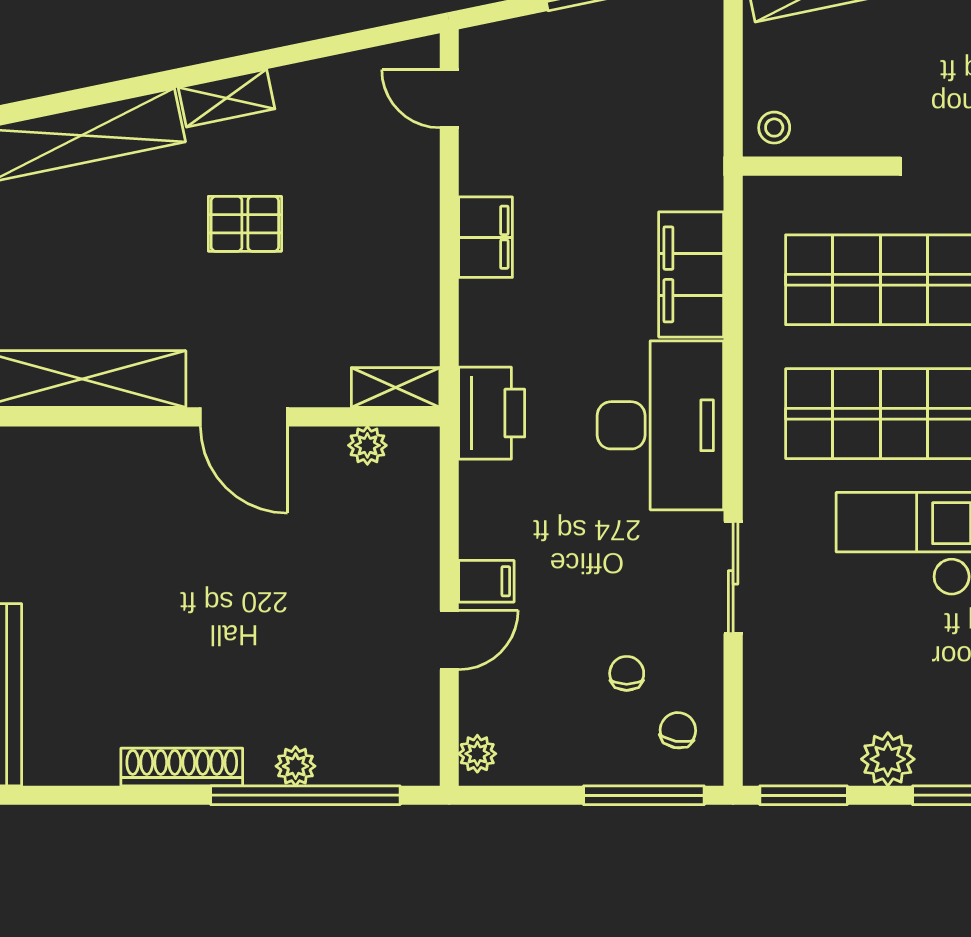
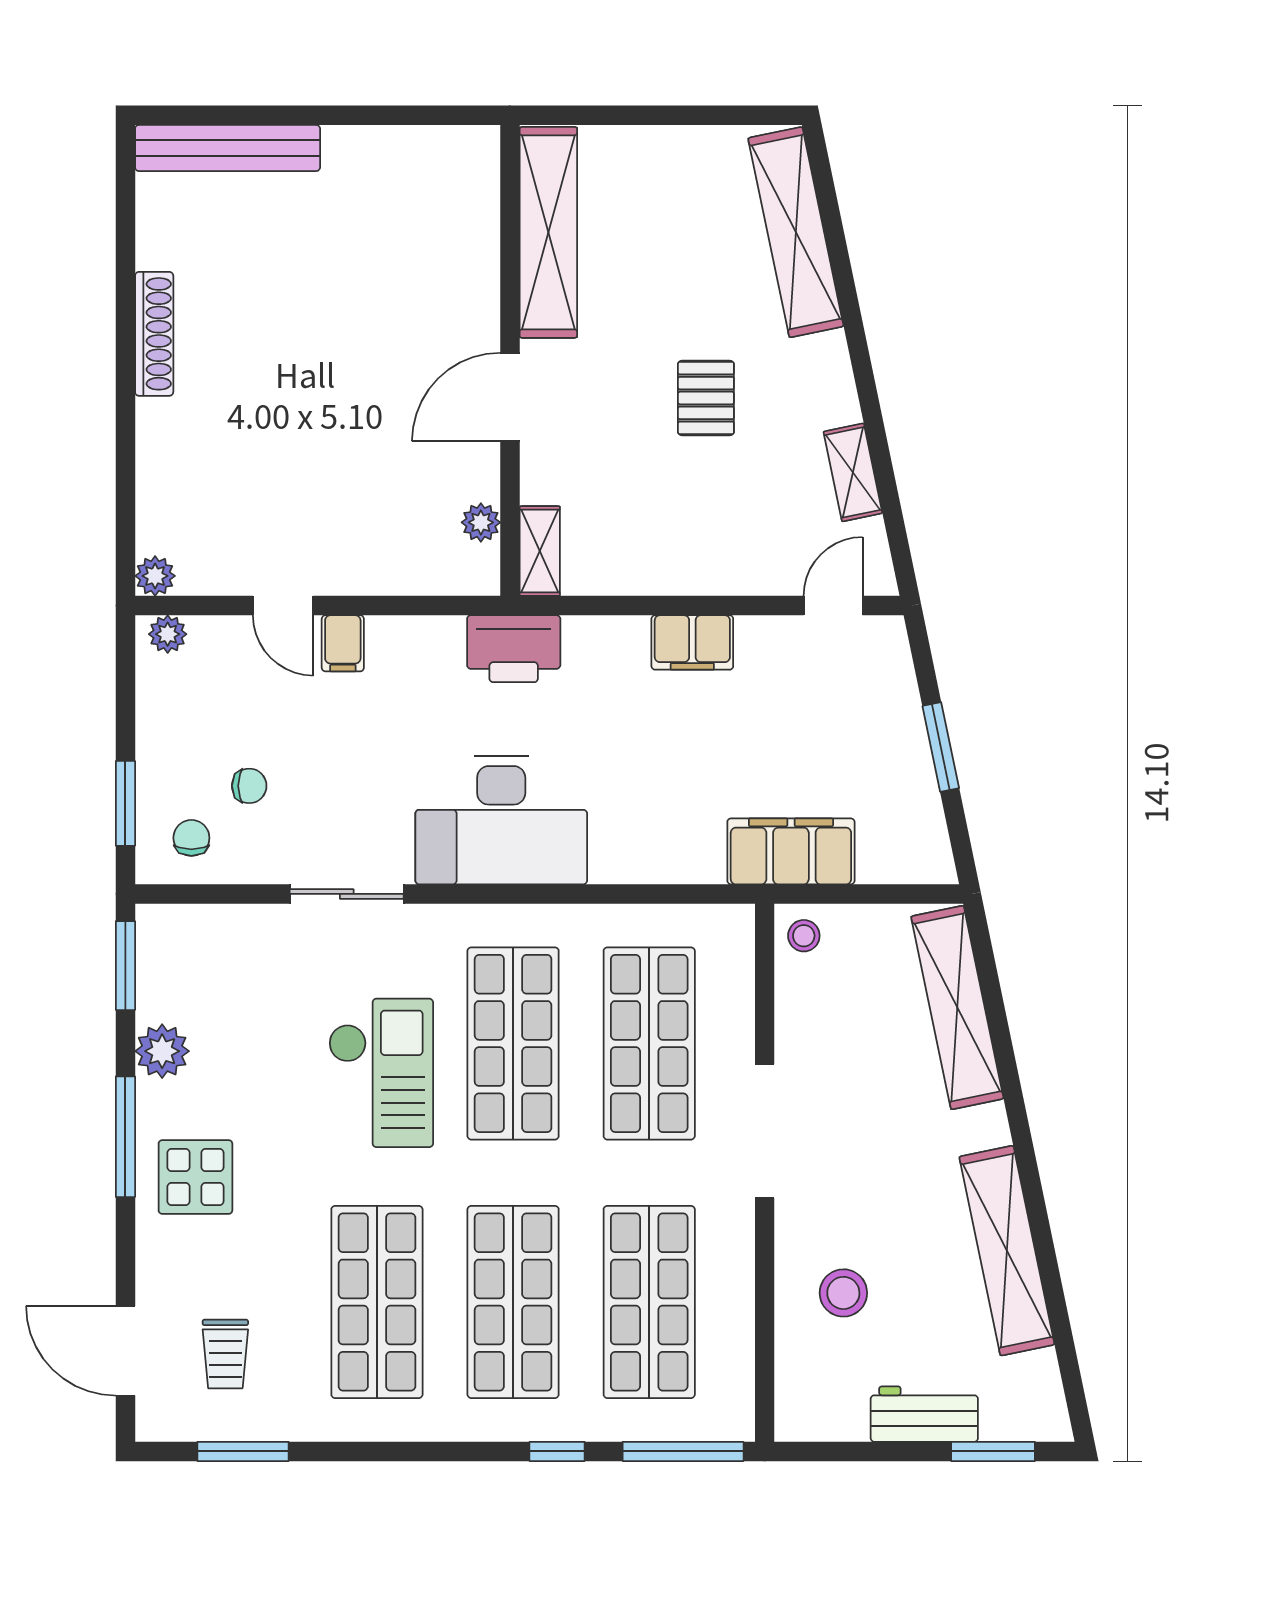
shelving: (227, 98) -> (853, 472), moved
filing cabinet: (691, 274) -> (791, 851), moved
chair: (678, 730) -> (191, 838), turned -100
plant: (296, 766) -> (155, 576), moved
window: (305, 795) -> (125, 459), removed
window: (644, 795) -> (125, 803), width x0.69

